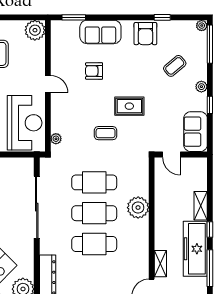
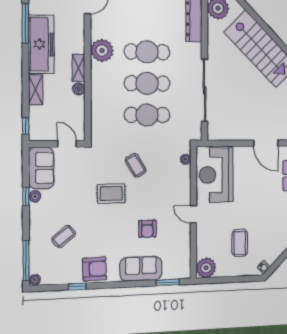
armchair: (145, 34) -> (95, 269), turned 88
armchair: (94, 71) -> (147, 229), turned 90
plant: (201, 87) -> (35, 196), moved
coffee table: (106, 133) -> (136, 165), turned 59
boiler: (160, 207) -> (79, 89), added
plant: (138, 208) -> (102, 50), moved
window: (210, 230) -> (26, 126), moved
shelving: (160, 264) -> (79, 68), moved

